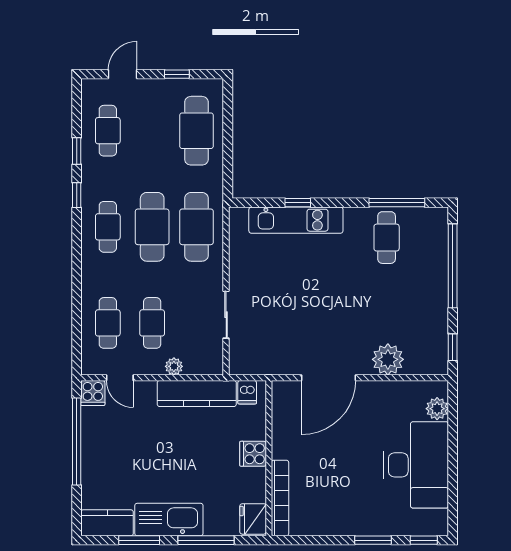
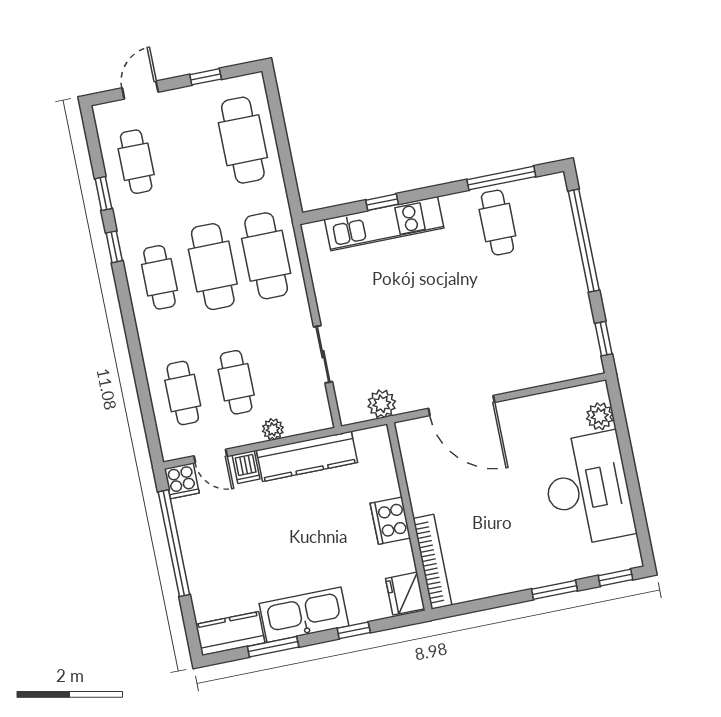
plant: (388, 359) -> (382, 404), moved, width x0.73, depth x0.73
door: (328, 378) -> (462, 405), hinge flipped
dishwasher: (247, 392) -> (246, 467), moved
cooker: (253, 454) -> (390, 521), width x1.36
window: (206, 540) -> (354, 630), width x0.46

